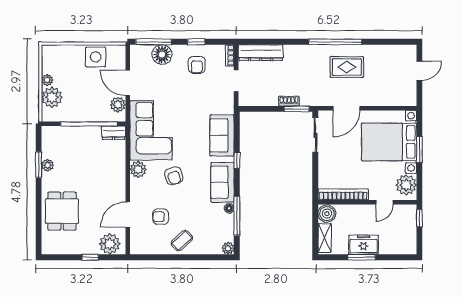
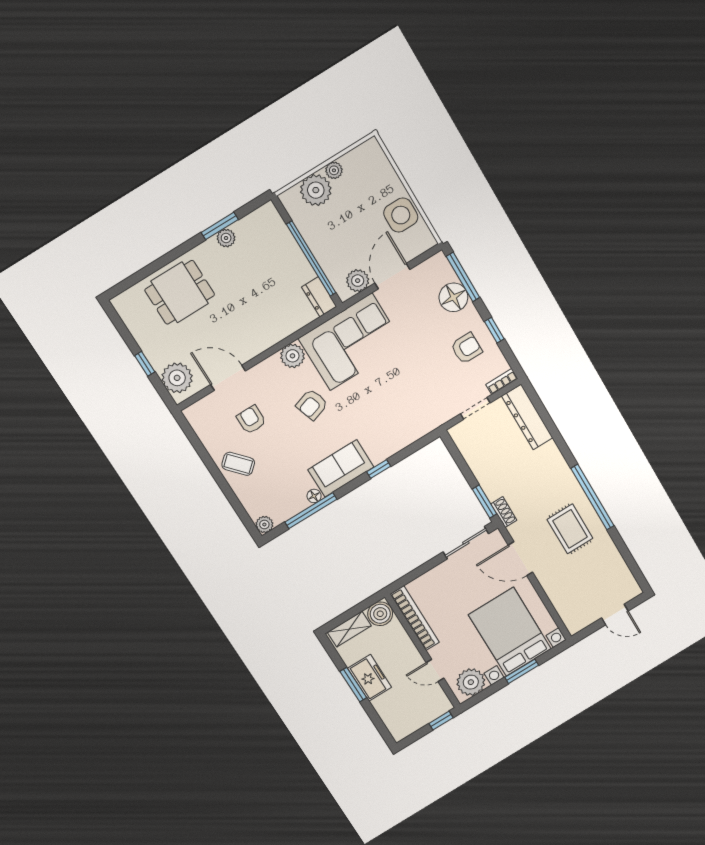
armchair: (197, 65) -> (466, 348), turned 180
shoe rack: (289, 101) -> (504, 512), moved
sofa: (222, 135) -> (398, 433), removed

